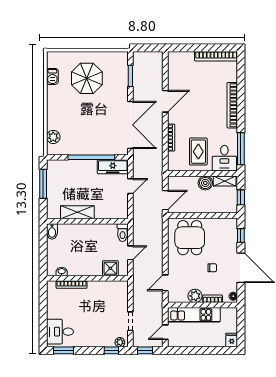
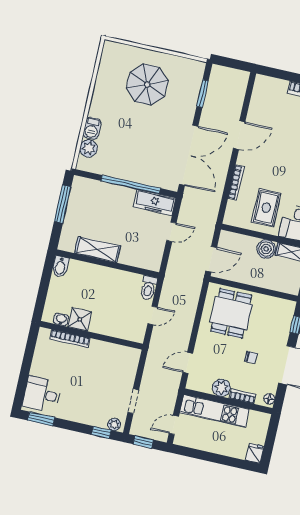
barbecue: (52, 76) -> (92, 128), moved
shower: (110, 268) -> (80, 319), moved

